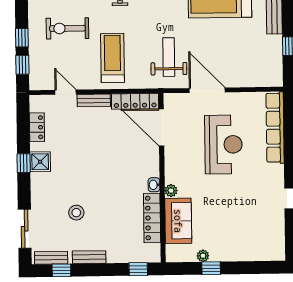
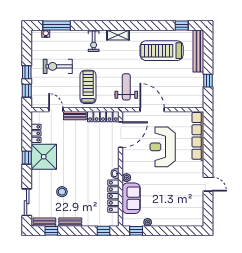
door: (161, 127) -> (121, 135), swing flipped
reception desk: (223, 144) -> (163, 147), turned 180
shower: (40, 162) -> (44, 157), width x1.86, depth x1.86
window: (211, 268) -> (136, 231), moved

